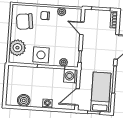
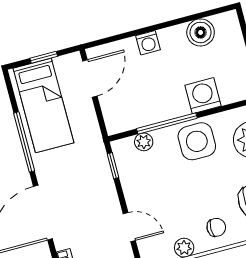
washing machine: (71, 76) -> (203, 96), moved, turned -90

